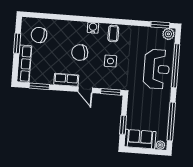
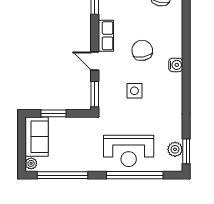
coffee table: (113, 34) -> (170, 92), removed
plant: (168, 34) -> (175, 149), moved
door: (85, 90) -> (95, 61), hinge flipped

